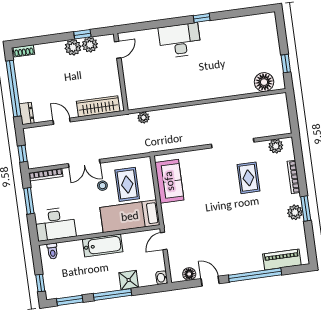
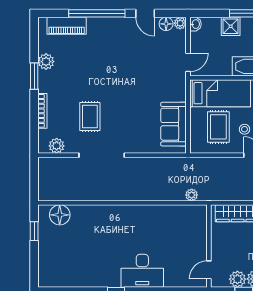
plant: (295, 212) -> (46, 62), moved
plant: (176, 277) -> (180, 23), added

